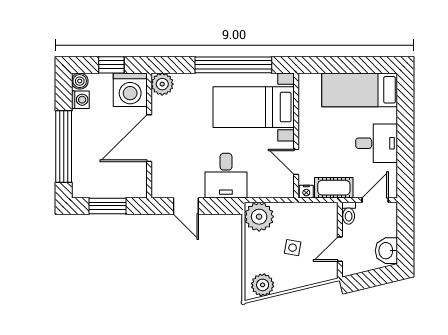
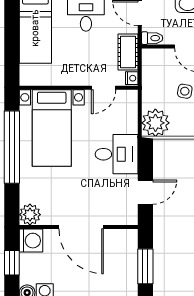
washing machine: (130, 90) -> (31, 241), width x0.73, depth x0.73

